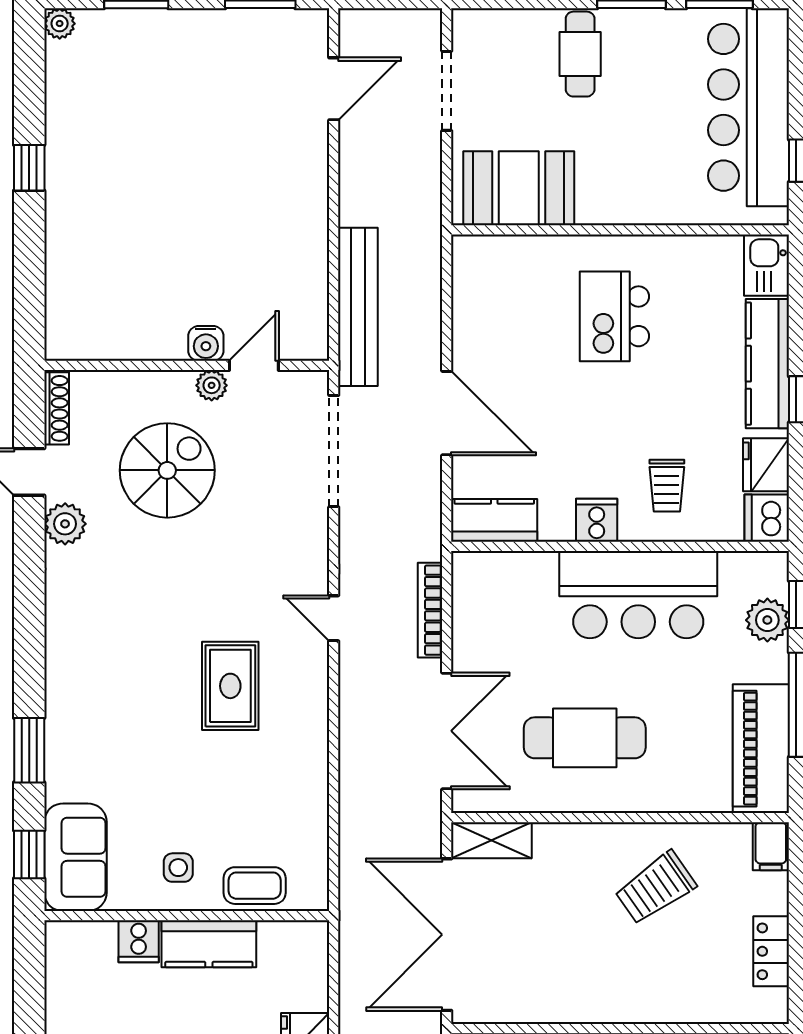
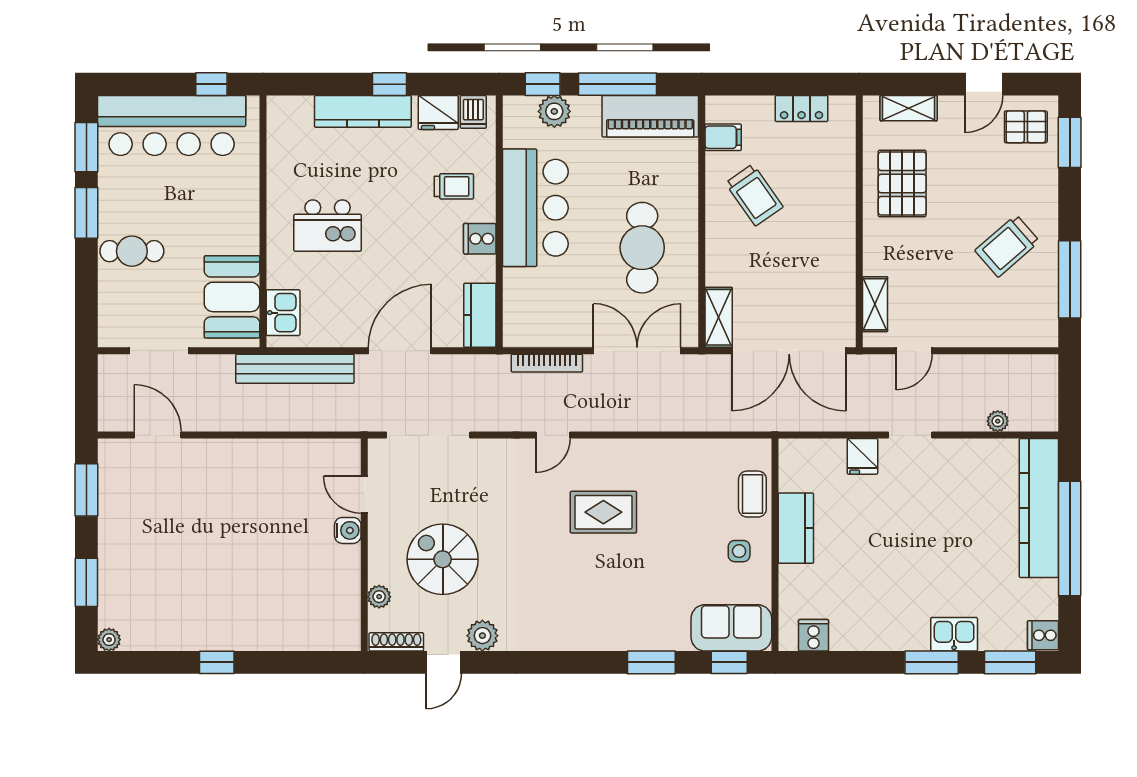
kitchen sink: (767, 265) -> (283, 313), moved, turned -90
bench: (358, 307) -> (295, 369), moved
plant: (212, 385) -> (379, 597), moved
dishwasher: (767, 518) -> (473, 112), width x0.73
filing cabinet: (771, 846) -> (723, 137), moved
cooker: (139, 941) -> (814, 635), moved, turned -90

